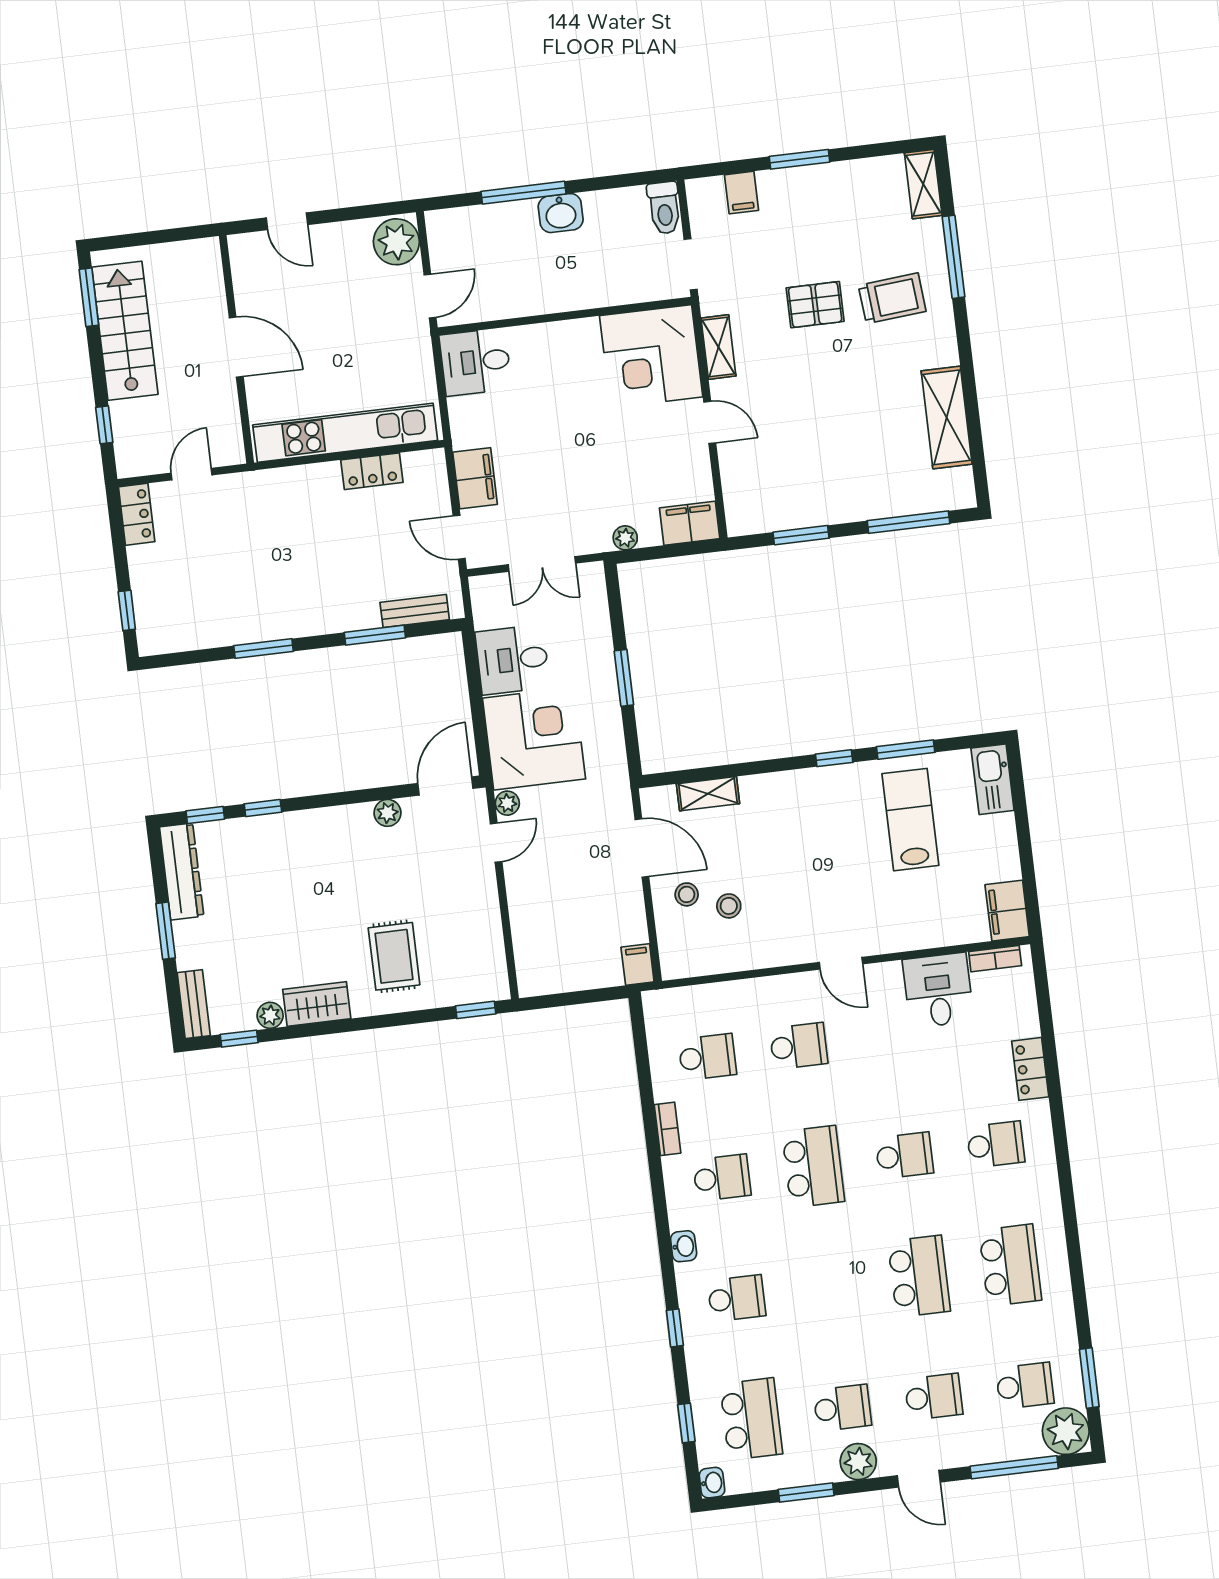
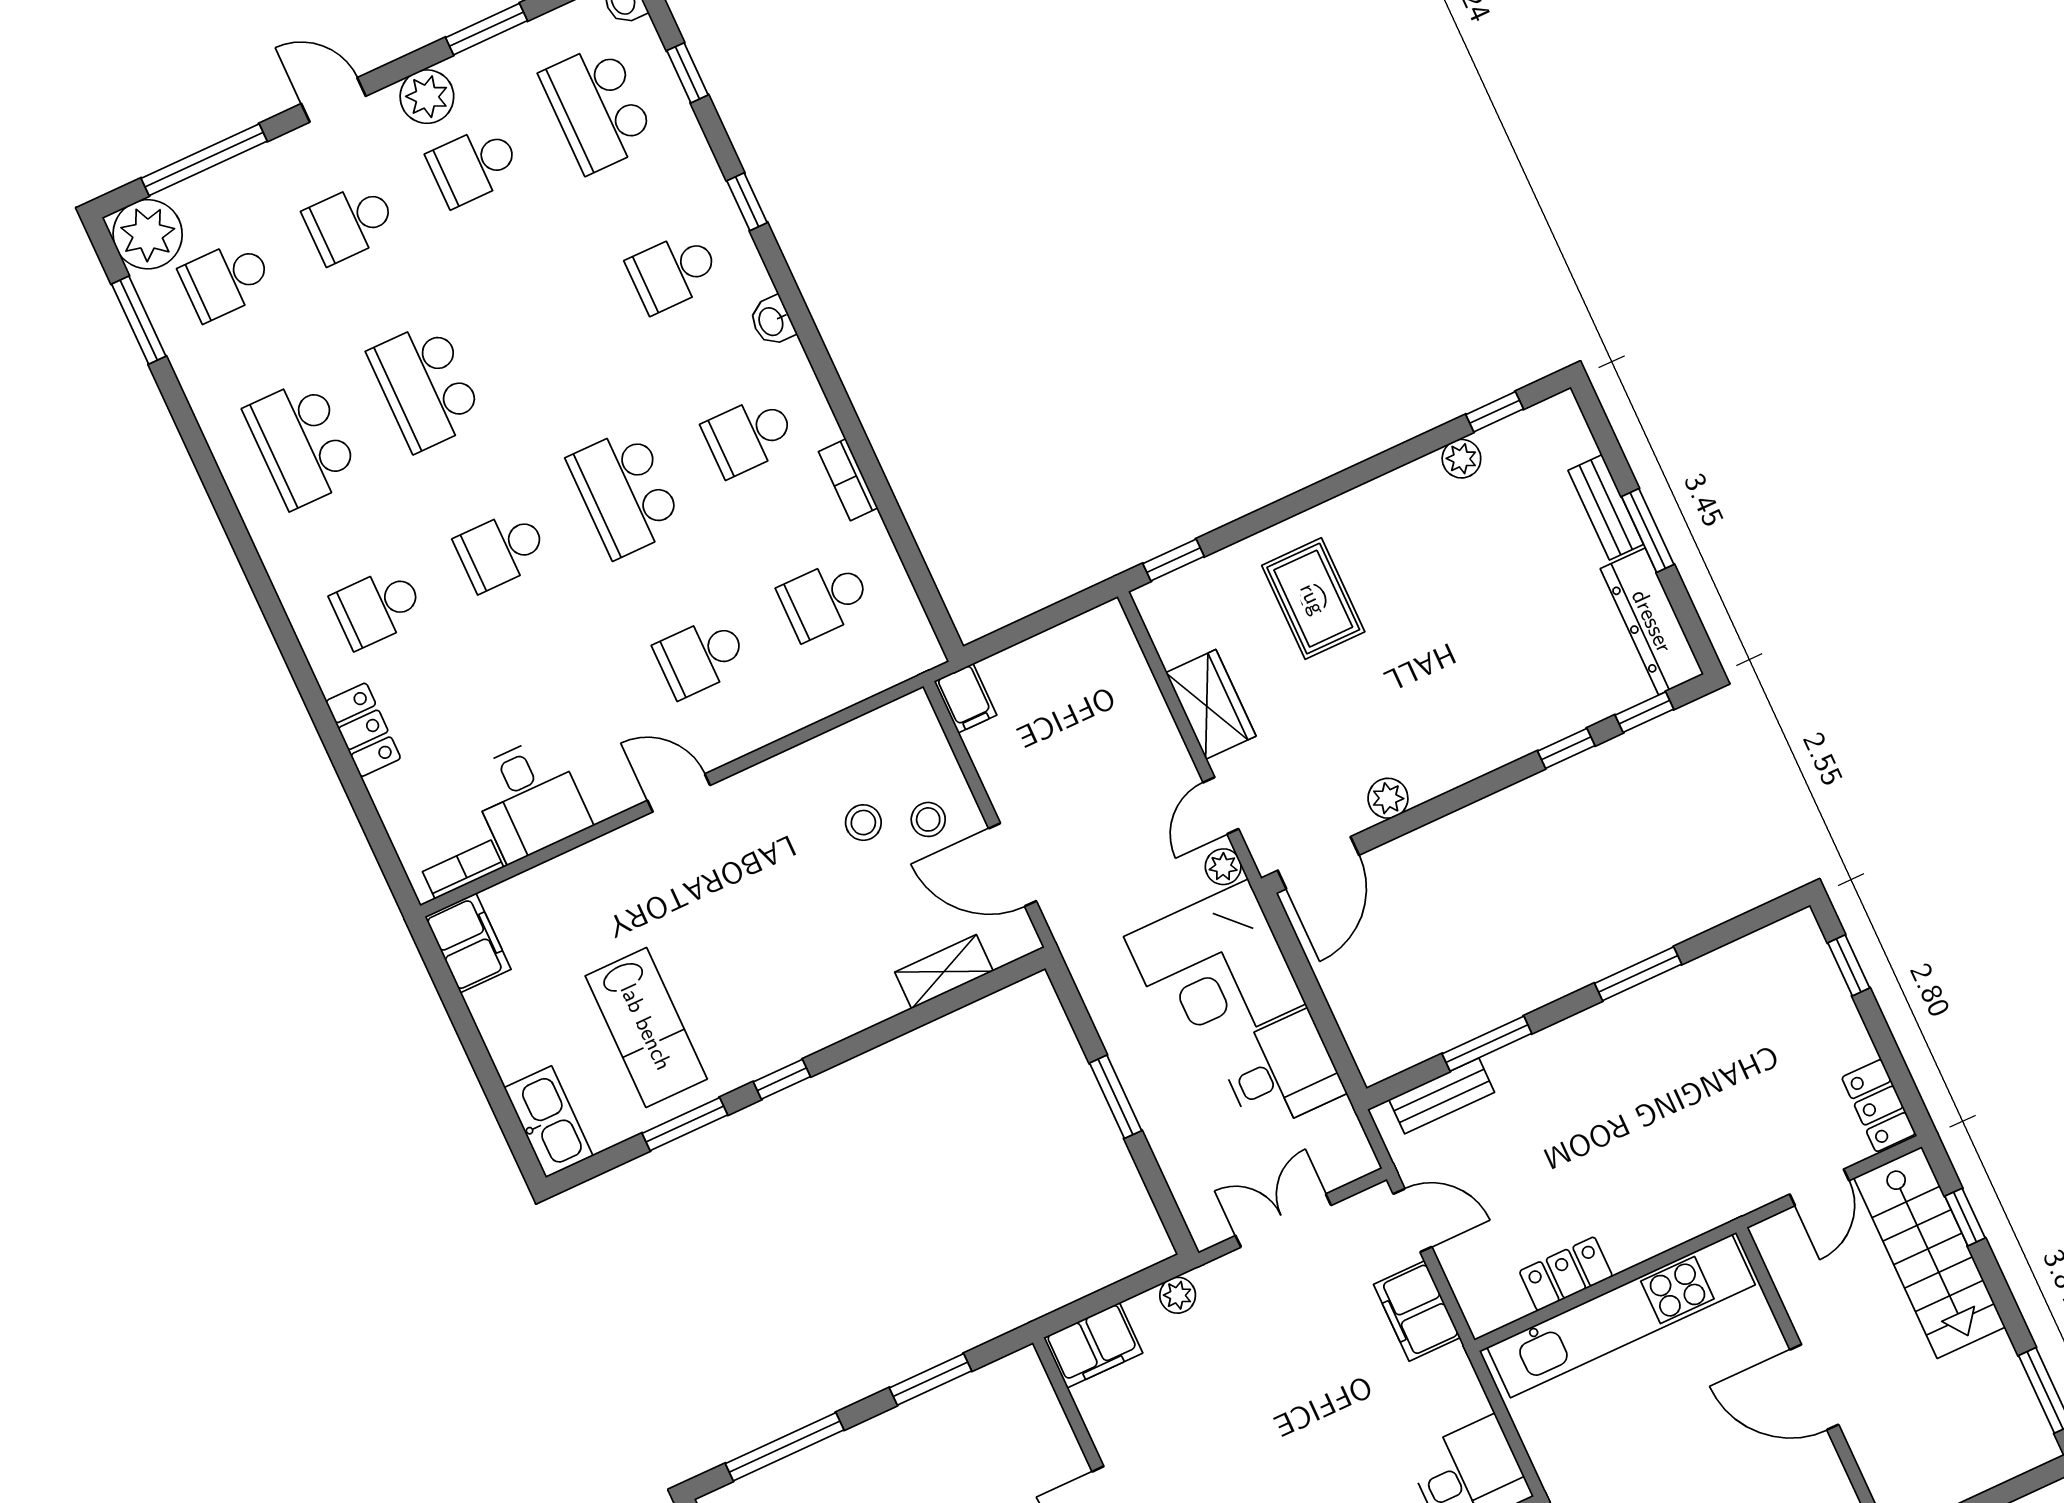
stairs: (125, 331) -> (1930, 1252), moved
bench: (194, 1004) -> (1606, 507), moved
wardrobe: (317, 1004) -> (1211, 704), moved, turned -90

